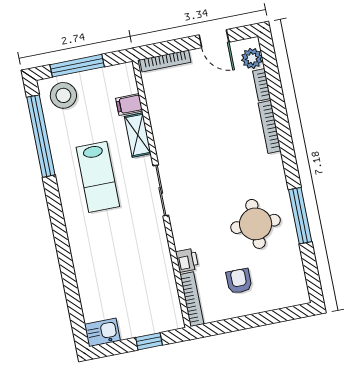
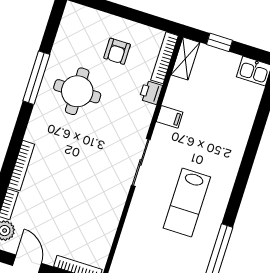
filing cabinet: (129, 105) -> (170, 117), moved
shelving: (138, 135) -> (185, 59), moved
lab bench: (98, 177) -> (187, 203), turned 180

